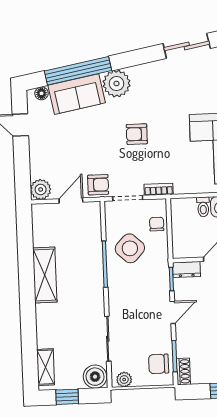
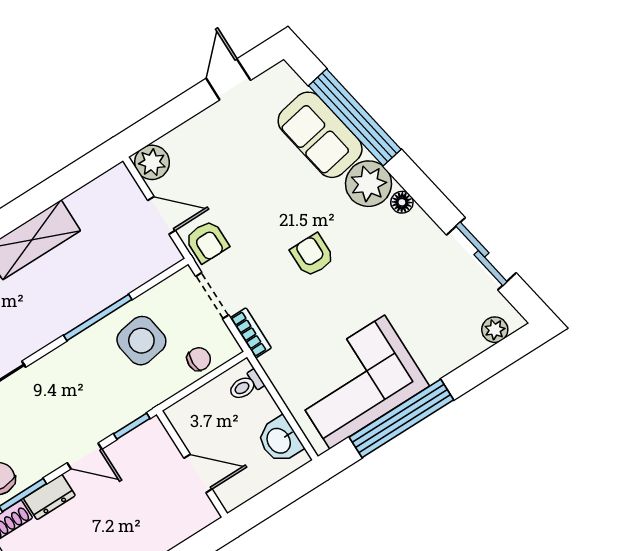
floor lamp: (41, 93) -> (402, 202), moved
toilet: (203, 207) -> (246, 386), moved
side table: (130, 248) -> (141, 341), turned 38
dresser: (186, 269) -> (49, 497), moved, turned -90

